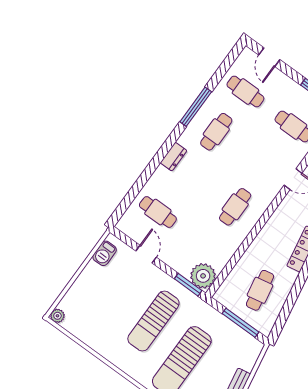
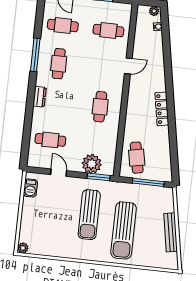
plant: (203, 276) -> (92, 164), moved
cafe table: (260, 290) -> (137, 158), moved

